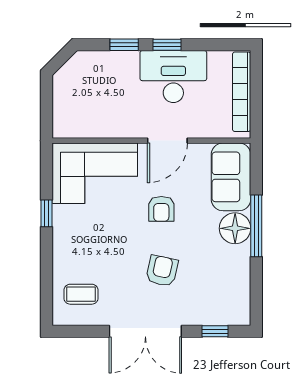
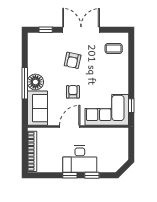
desk: (173, 77) -> (80, 159), moved
window: (47, 213) -> (131, 106), moved

